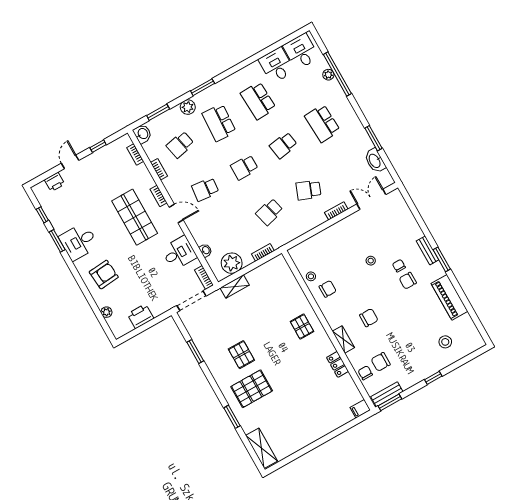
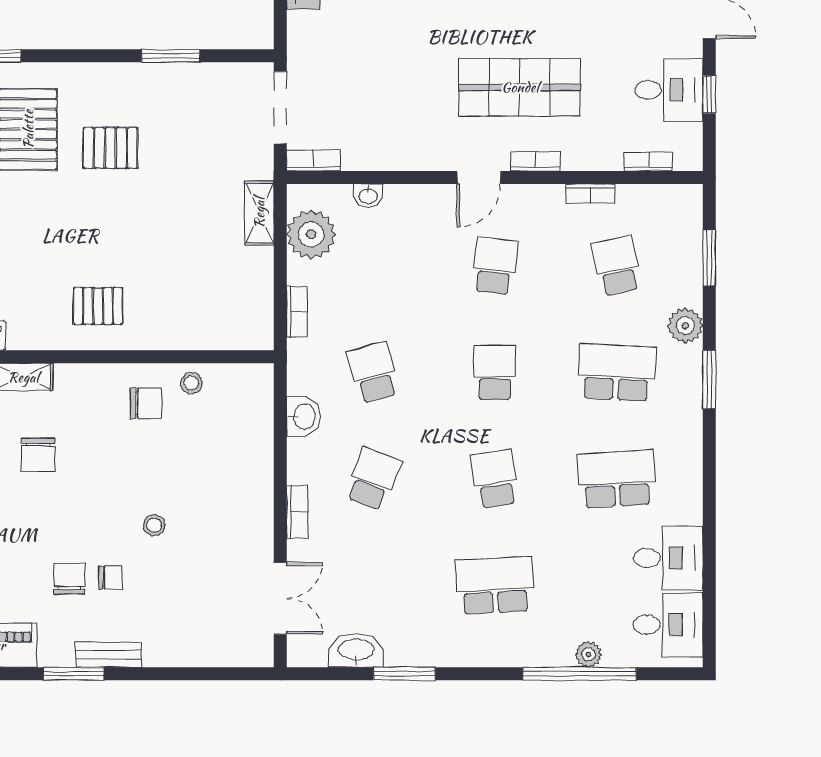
washbasin: (143, 134) -> (304, 416), moved, turned -90
desk: (179, 253) -> (669, 90), moved, turned -90
chair: (328, 289) -> (146, 403), turned -90

